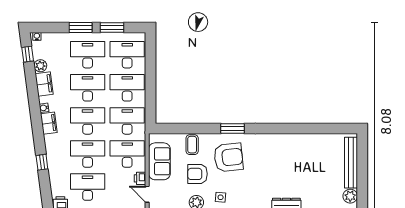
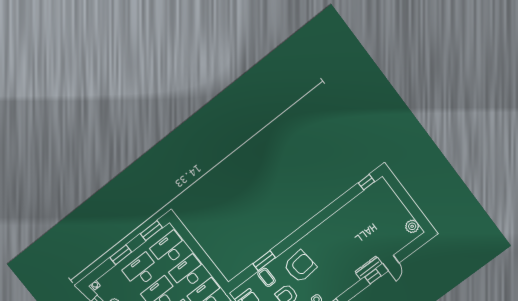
window: (112, 28) -> (151, 231), moved
window: (232, 128) -> (264, 261), moved
window: (340, 128) -> (366, 182), added
bench: (351, 163) -> (394, 201), removed

